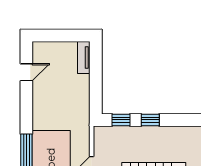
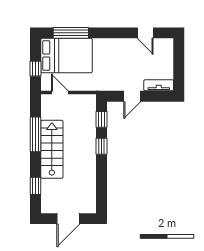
door: (96, 86) -> (132, 96), added

